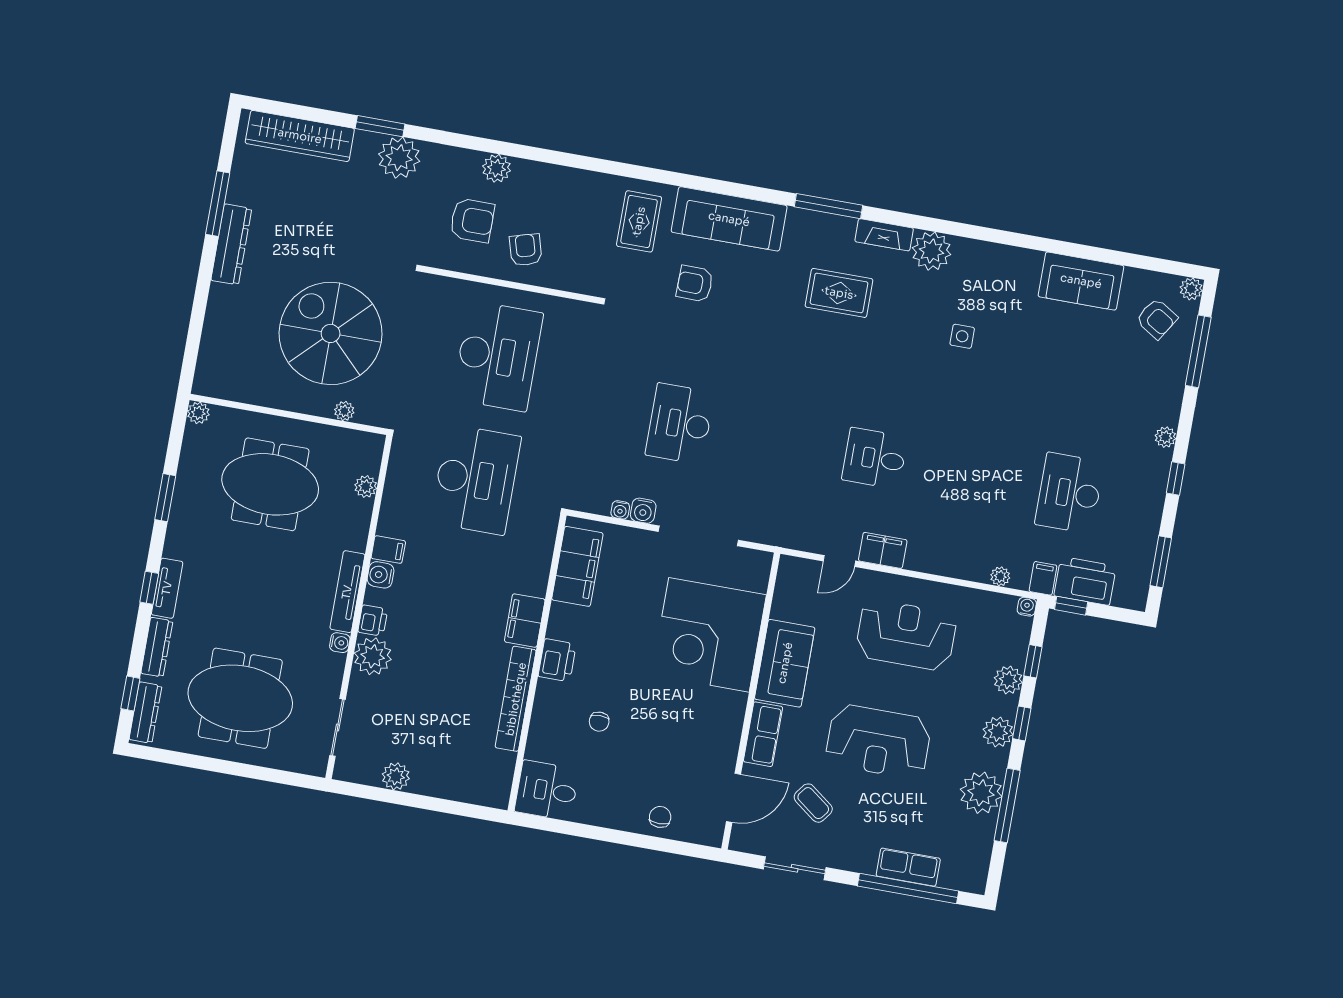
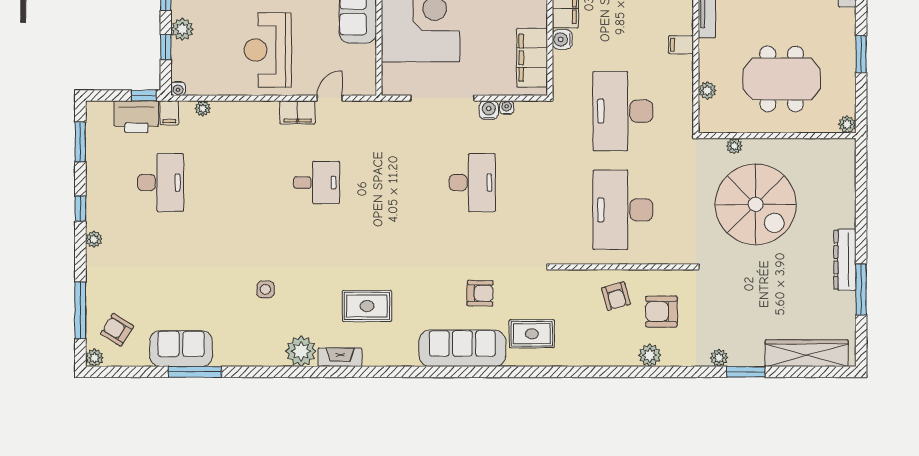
plant: (399, 158) -> (719, 358), width x0.53, depth x0.53
window: (828, 206) -> (195, 372), moved
rug: (639, 221) -> (532, 334), turned 90
water cooler: (381, 575) -> (562, 39), moved, turned 180
reception desk: (906, 635) -> (268, 50), turned 90

